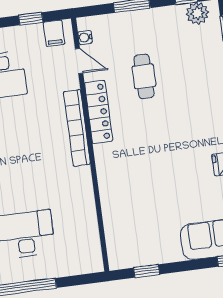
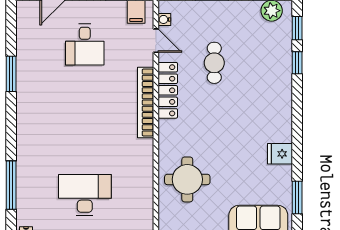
round table: (132, 204) -> (187, 179), added

